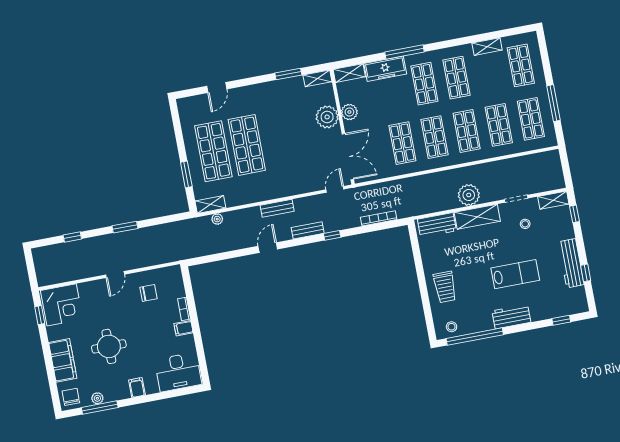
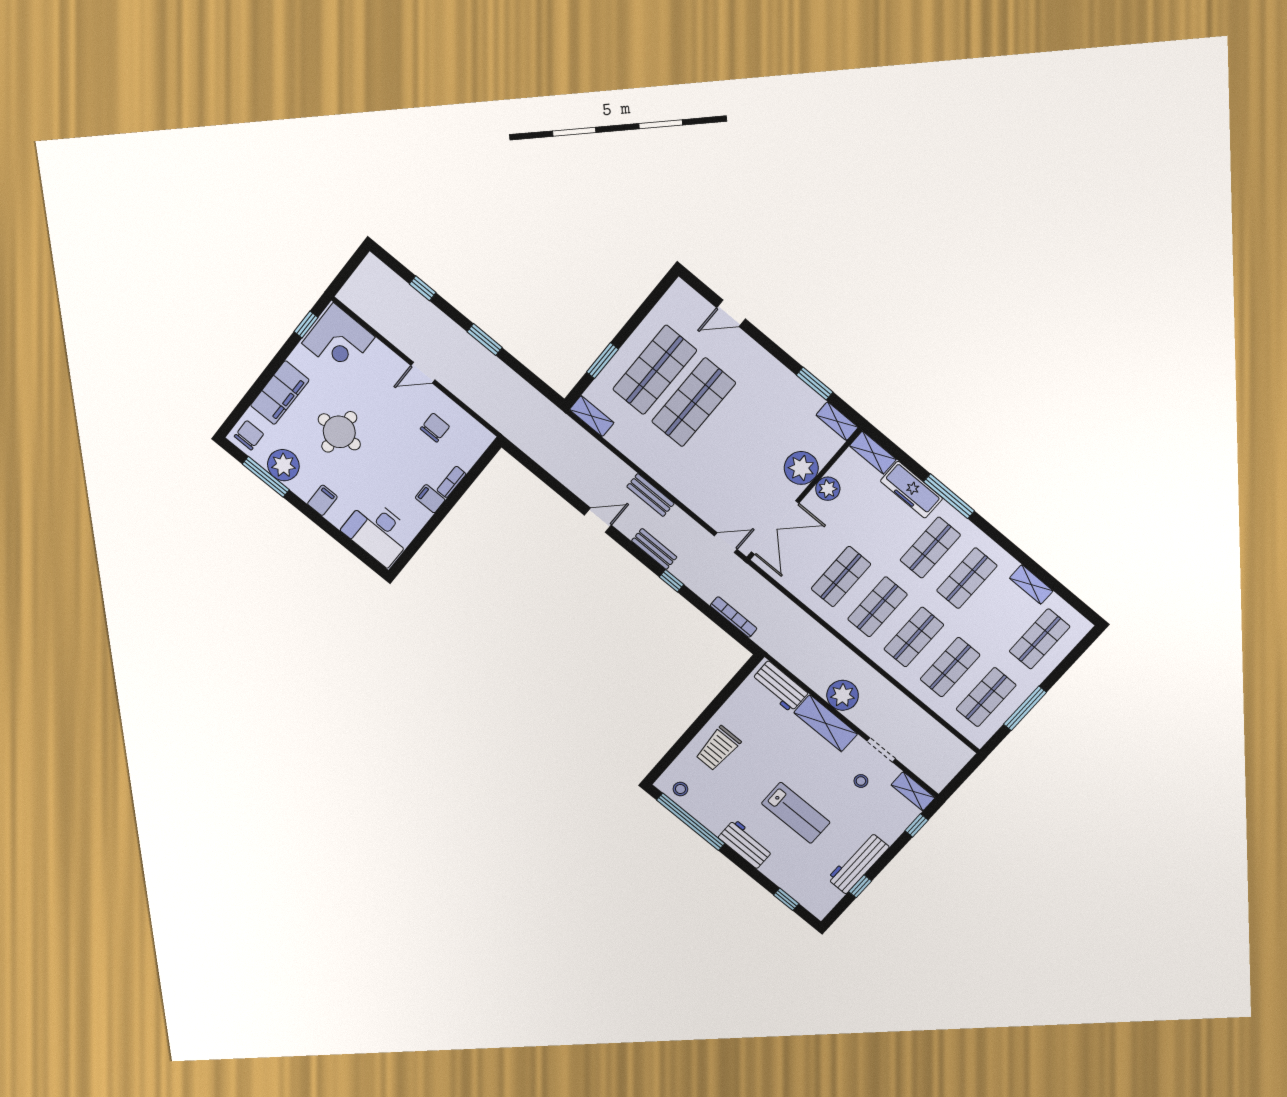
plant: (217, 219) -> (582, 437), removed
chair: (149, 293) -> (435, 428), turned -90
plant: (97, 398) -> (283, 465), width x1.87, depth x1.87

